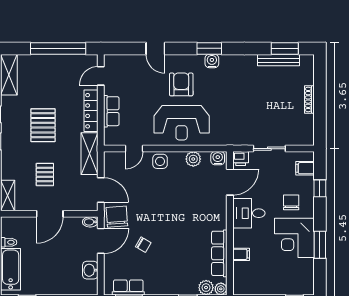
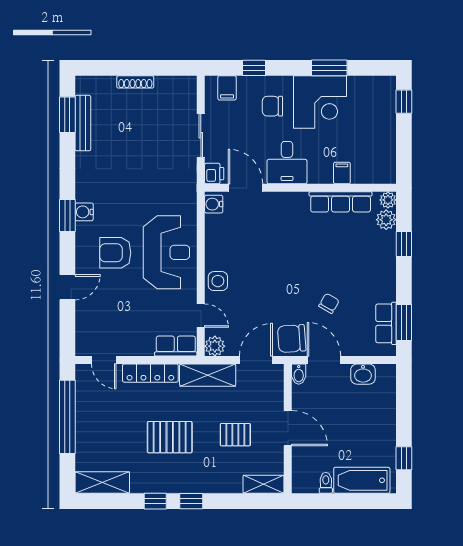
row of seats: (111, 111) -> (176, 346), moved
plant: (193, 159) -> (215, 346), moved

